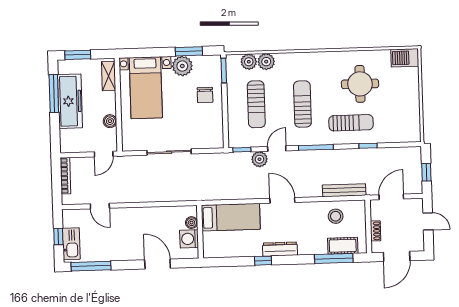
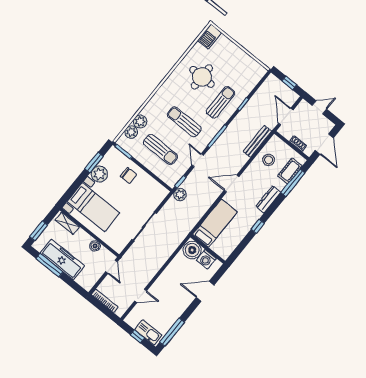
plant: (259, 159) -> (180, 195), moved
boiler: (192, 223) -> (192, 250), width x1.86, depth x1.86
dresser: (280, 249) -> (268, 199), moved

